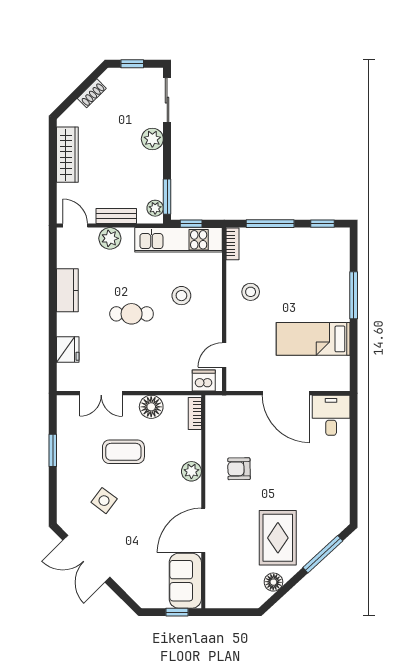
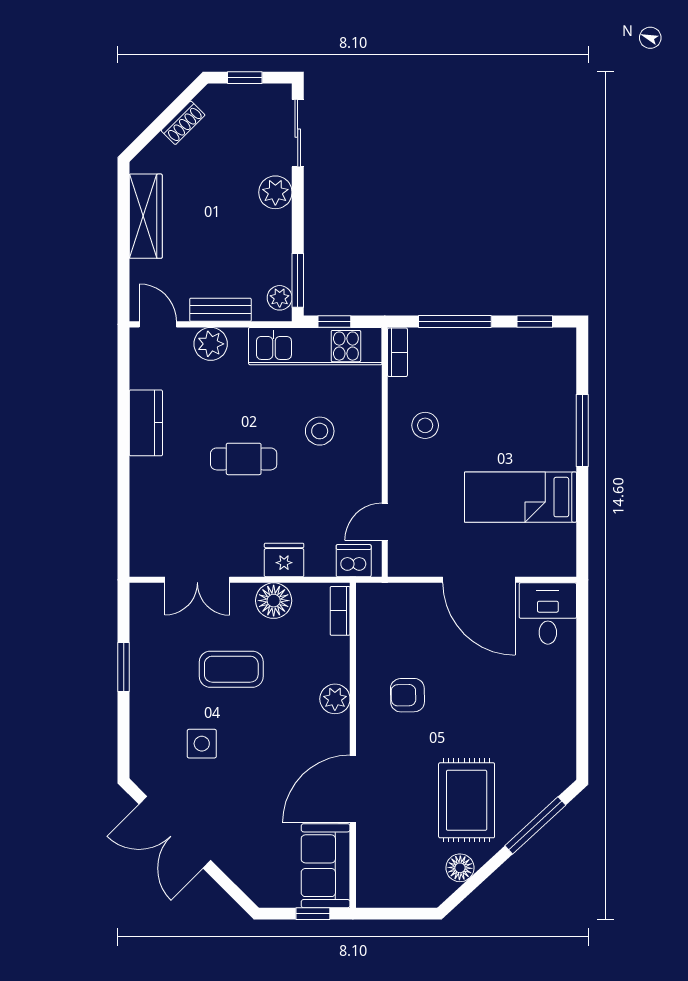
fridge: (68, 350) -> (284, 560), moved, turned -90
side table: (104, 501) -> (202, 744), turned -37

